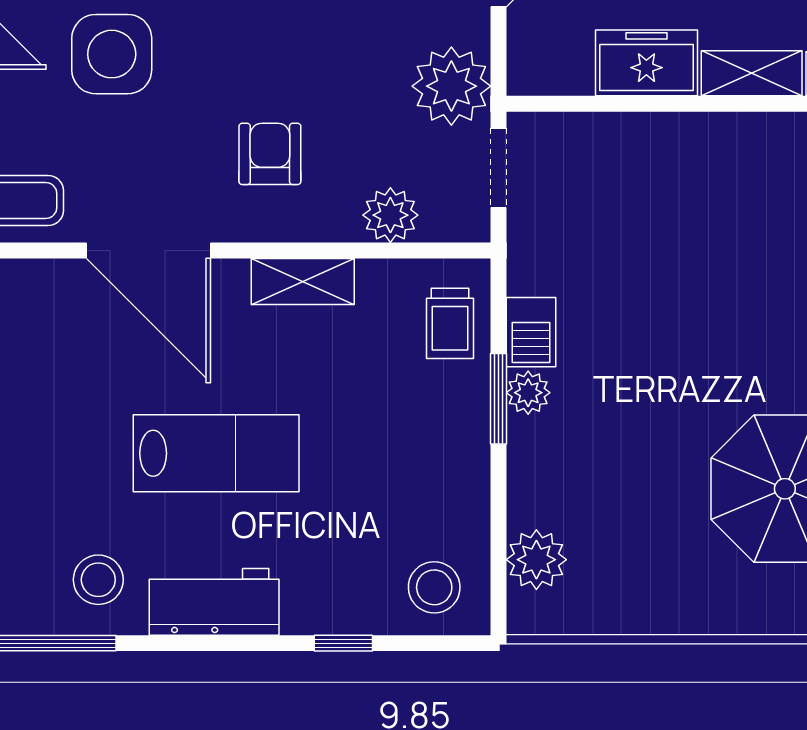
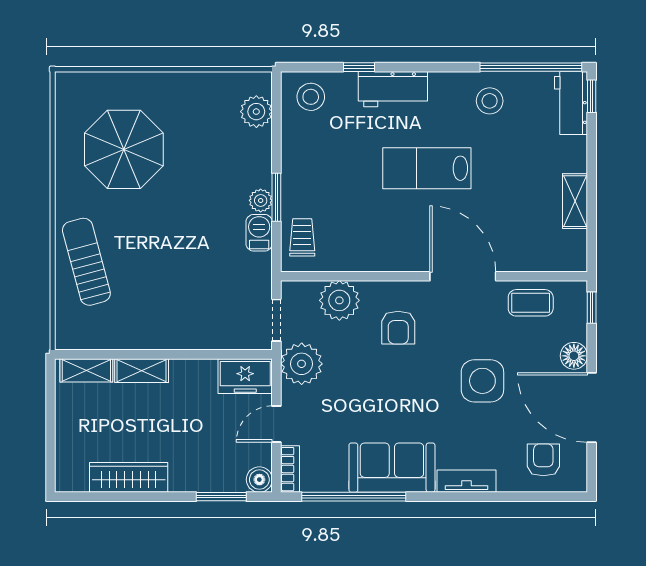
freezer: (646, 63) -> (245, 376), moved
plant: (390, 215) -> (339, 300), width x1.36, depth x1.36
shelving: (303, 281) -> (381, 260), removed
workbench: (214, 602) -> (393, 89), moved

